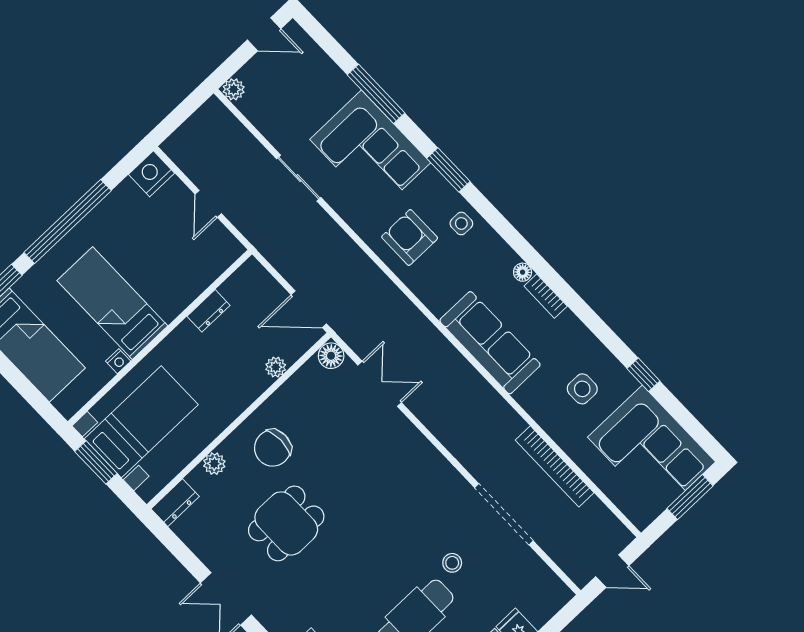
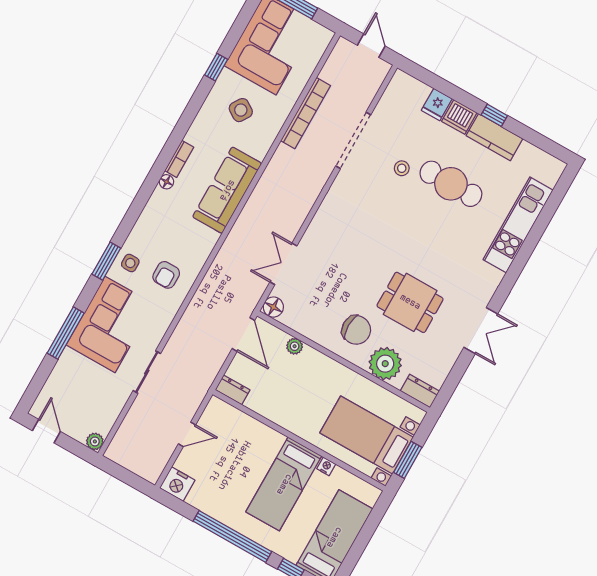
side table: (461, 223) -> (130, 263), moved
armchair: (410, 237) -> (166, 275), width x0.72, depth x0.72
dresser: (209, 311) -> (233, 390), moved
side table: (582, 389) -> (241, 110), turned 33
plant: (214, 464) -> (385, 364), width x1.88, depth x1.88

